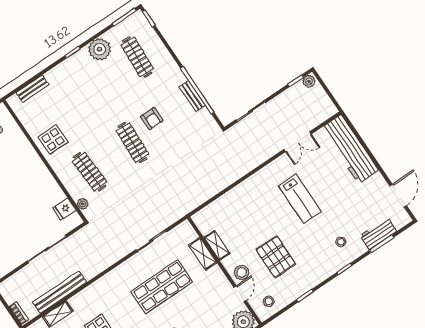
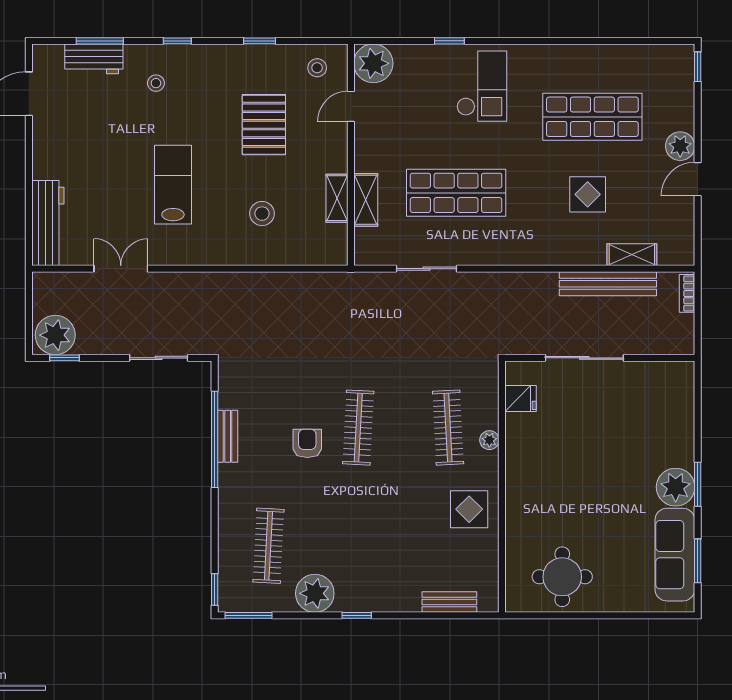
plant: (309, 81) -> (55, 335), width x1.88, depth x1.88
workbench: (350, 149) -> (48, 223), width x0.73, depth x0.76
plant: (83, 204) -> (489, 440), moved
stool: (242, 272) -> (262, 214), moved

